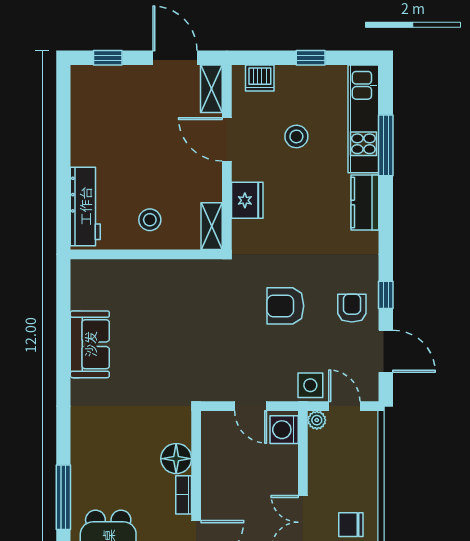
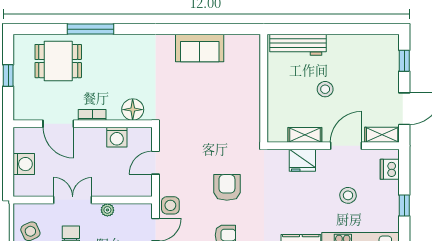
stool: (150, 220) -> (325, 89), moved
shelving: (212, 226) -> (305, 135), moved
plant: (317, 420) -> (107, 210), moved
washing machine: (284, 430) -> (117, 137), moved, turned 180
floor lamp: (176, 459) -> (133, 110), moved

